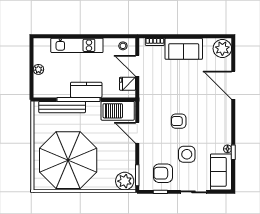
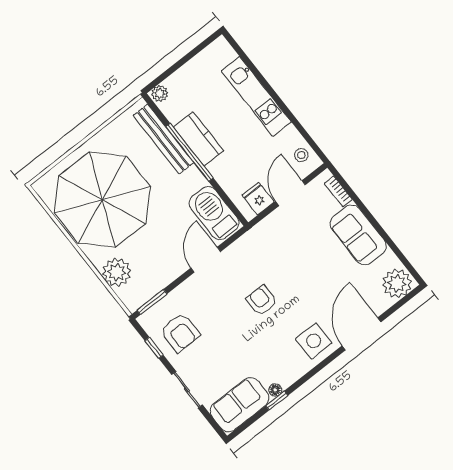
plant: (38, 69) -> (160, 93), moved
kitchen counter: (86, 90) -> (199, 139), moved
side table: (187, 154) -> (314, 341), moved
armchair: (163, 173) -> (180, 333), turned 180
plant: (125, 181) -> (117, 272), moved

